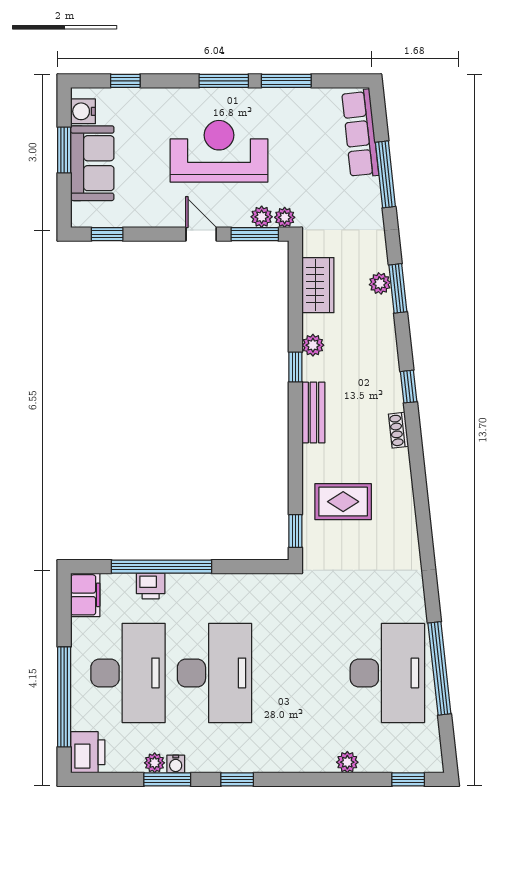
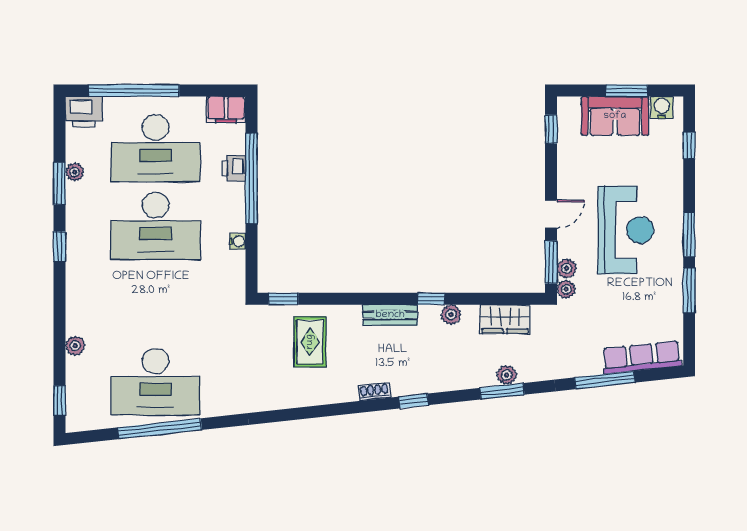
water cooler: (176, 764) -> (238, 241), moved, turned 180

